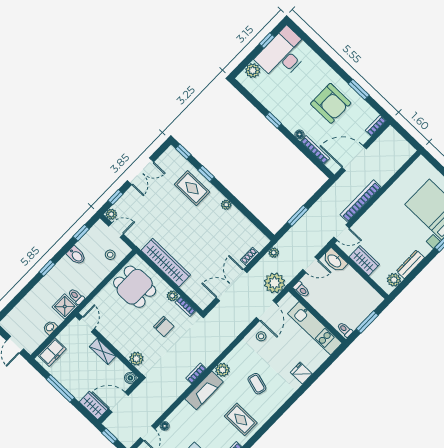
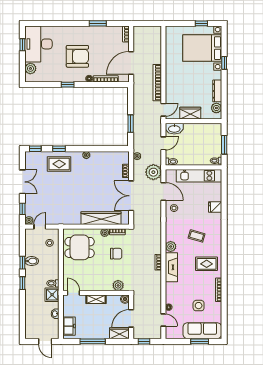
armchair: (331, 103) -> (77, 56), moved
window: (81, 233) -> (22, 263), moved
wardrobe: (166, 263) -> (101, 218), moved

